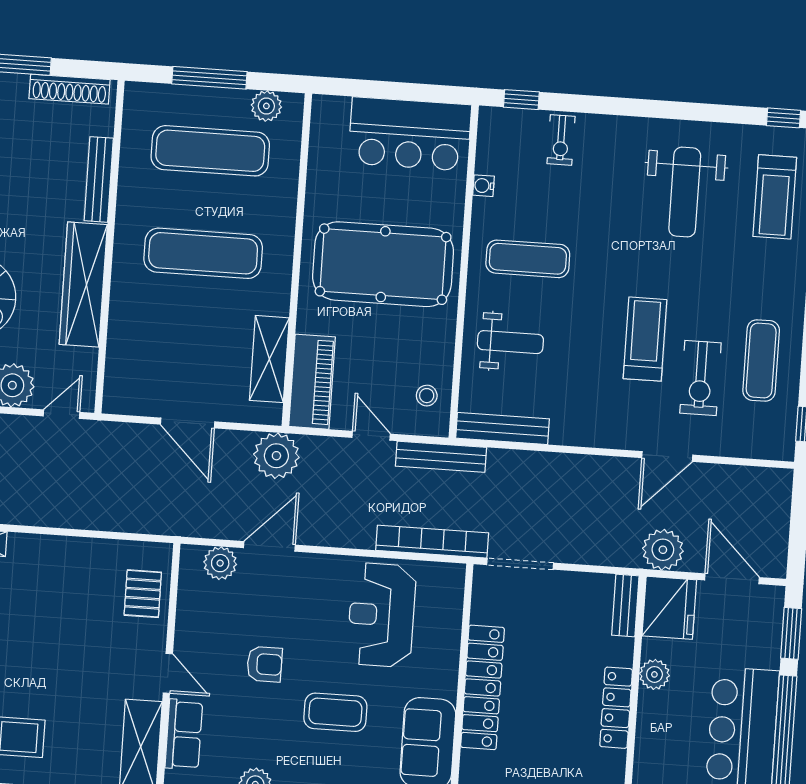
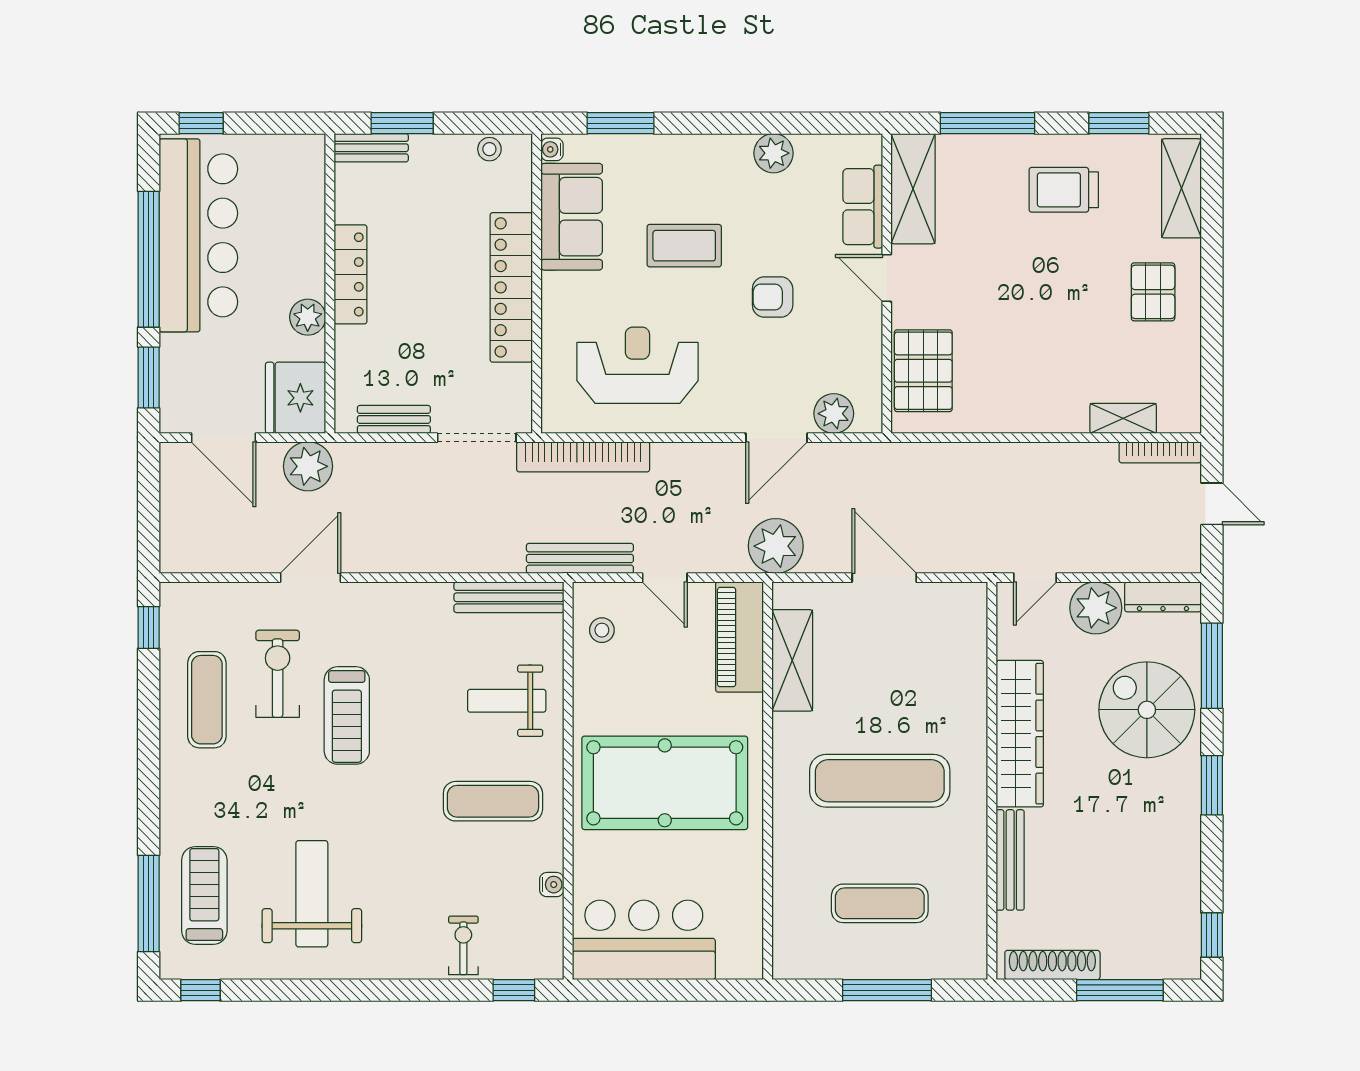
plant: (266, 106) -> (817, 961), removed
exercise mat: (210, 151) -> (880, 903), width x0.73, depth x0.69
pallet: (143, 594) -> (923, 371), width x1.50, depth x1.42
bench: (625, 605) -> (394, 419), moved, turned 90
reception desk: (381, 615) -> (637, 365), turned -90

